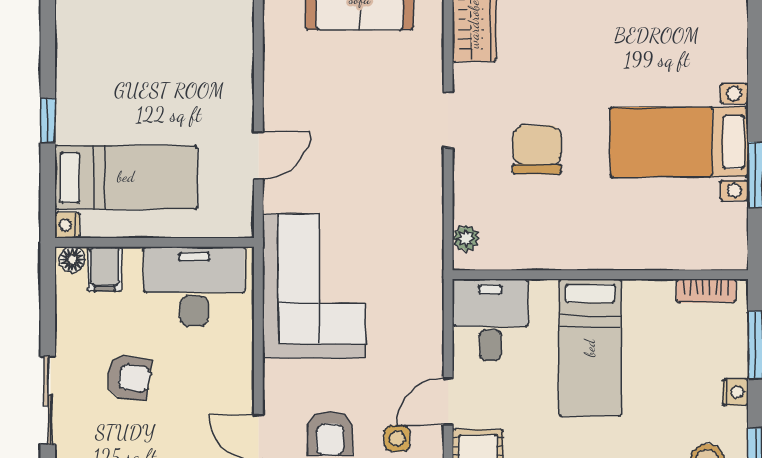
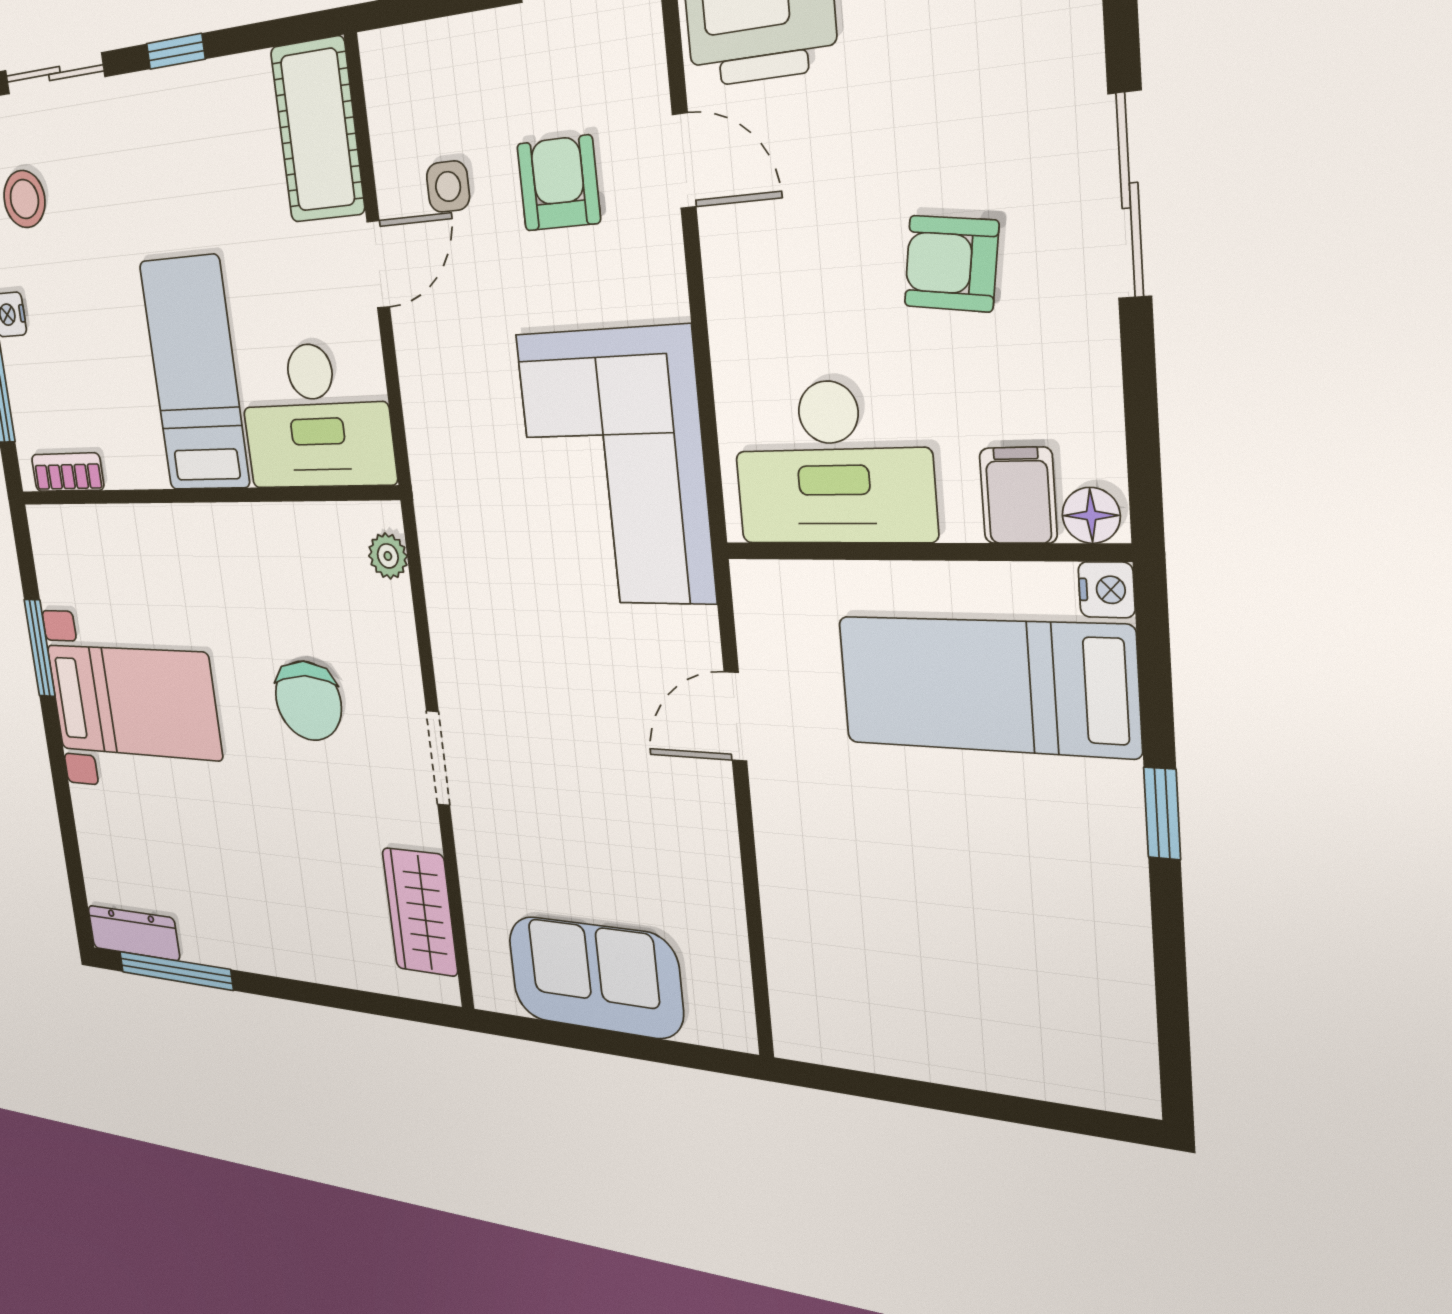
desk: (490, 320) -> (315, 416), width x1.37

